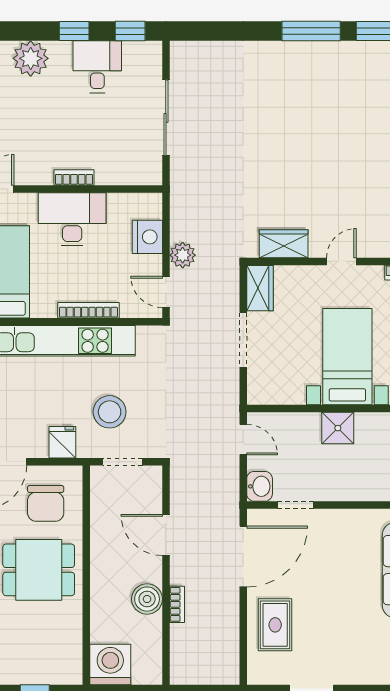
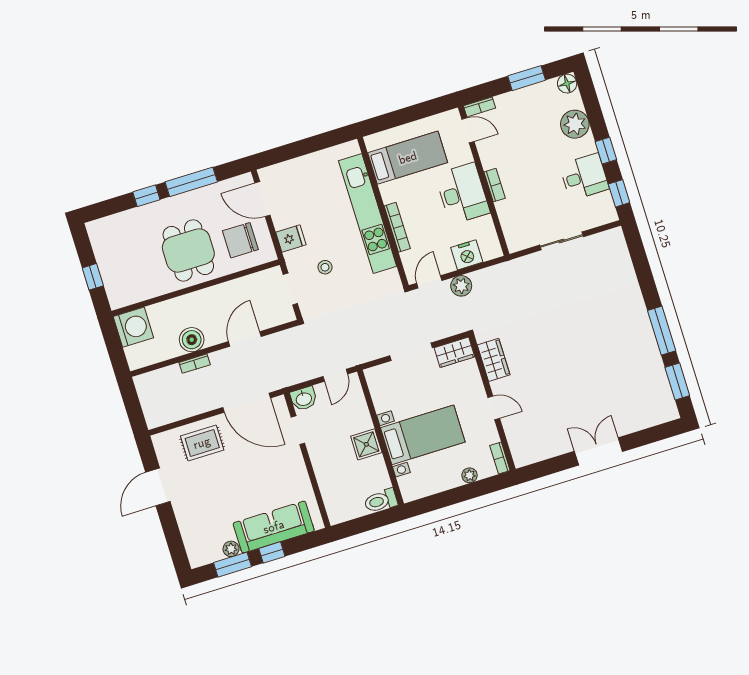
sliding door: (166, 118) -> (562, 241), width x0.73
stool: (110, 412) -> (325, 267), width x0.53, depth x0.53

